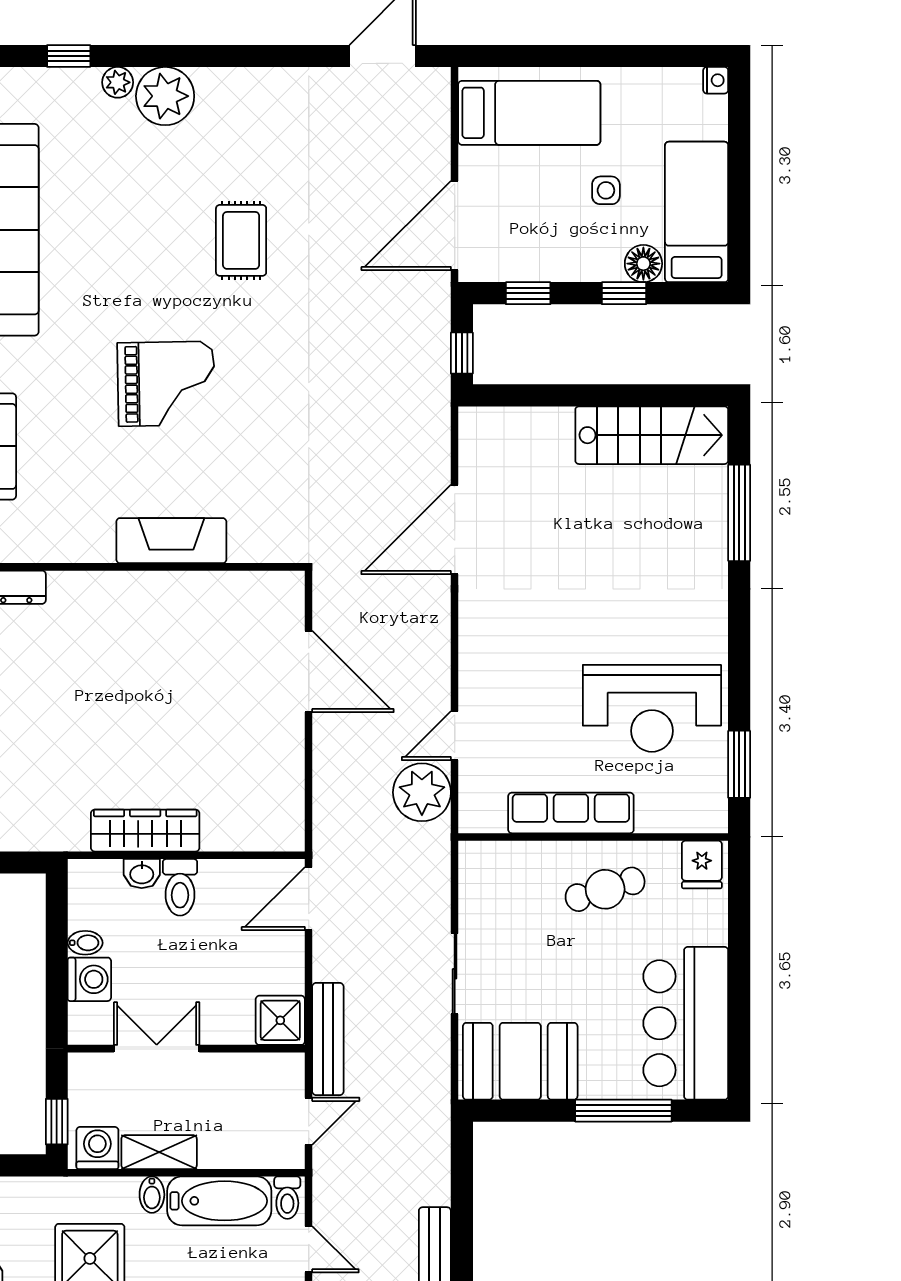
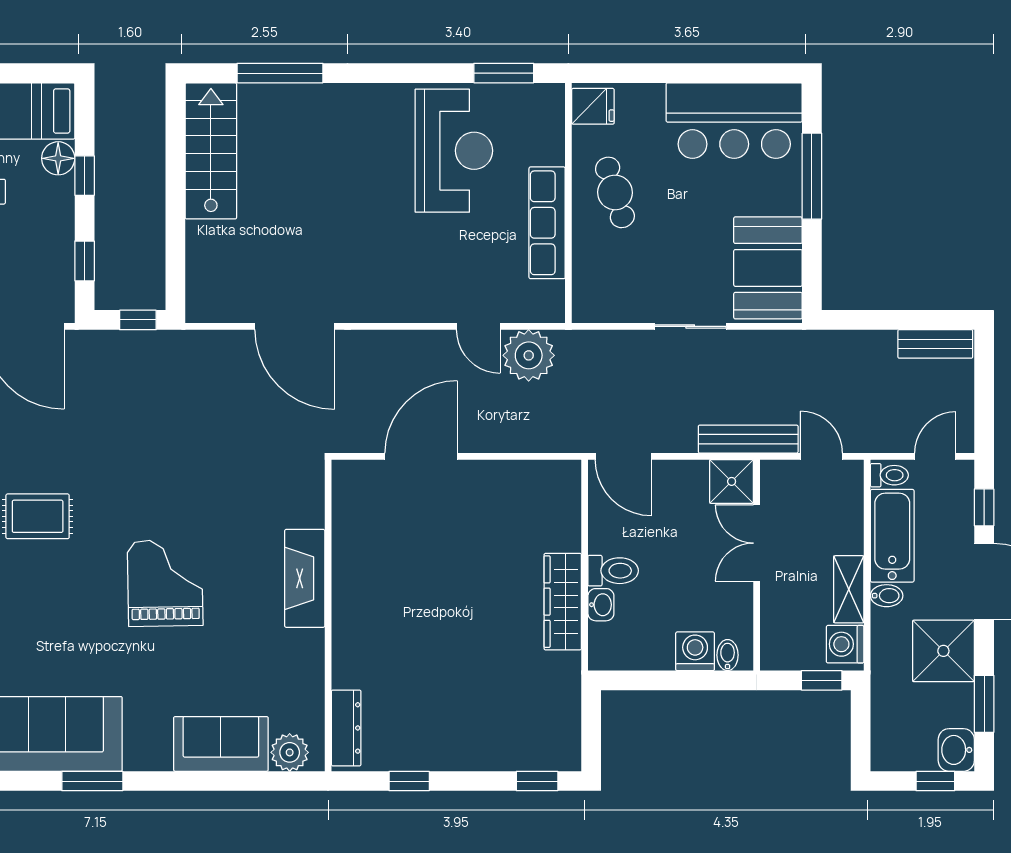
bidet: (85, 943) -> (728, 655), moved
double door: (157, 1049) -> (757, 543), moved

